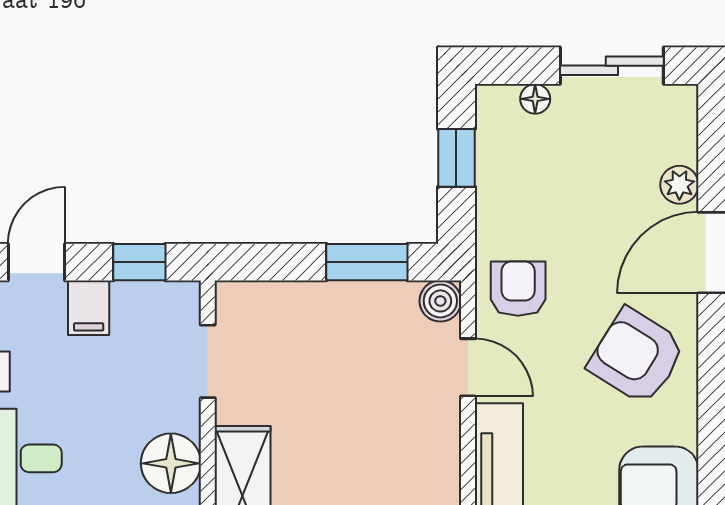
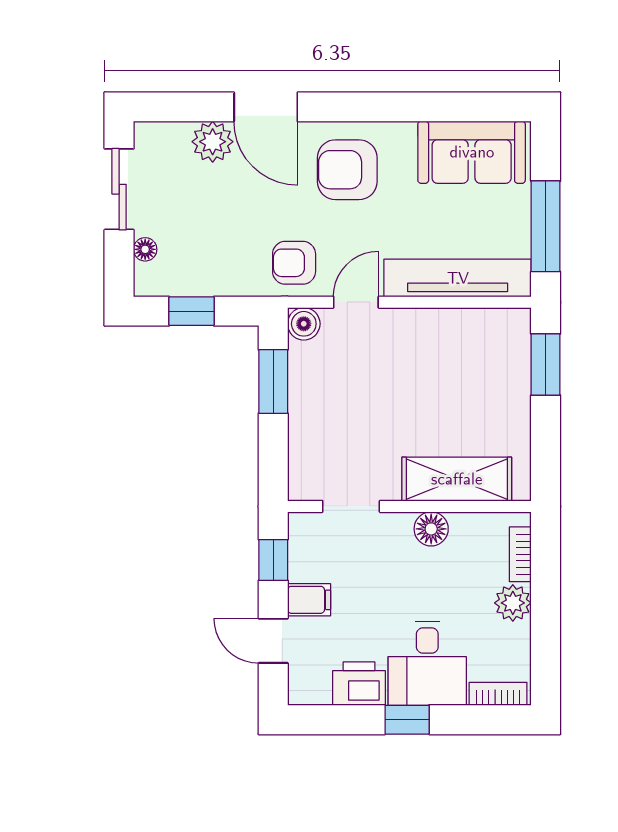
plant: (679, 185) -> (213, 142), width x1.38, depth x1.38
armchair: (637, 356) -> (347, 170), turned 58
floor lamp: (171, 463) -> (431, 529), width x0.73, depth x0.73

